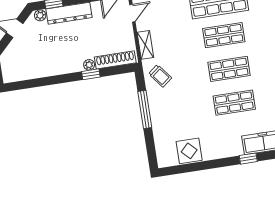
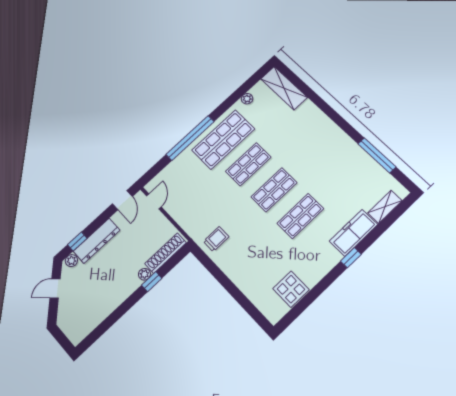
shelving: (145, 45) -> (184, 221), removed
trolley: (160, 76) -> (216, 239), turned -52
window: (145, 109) -> (223, 279), removed

